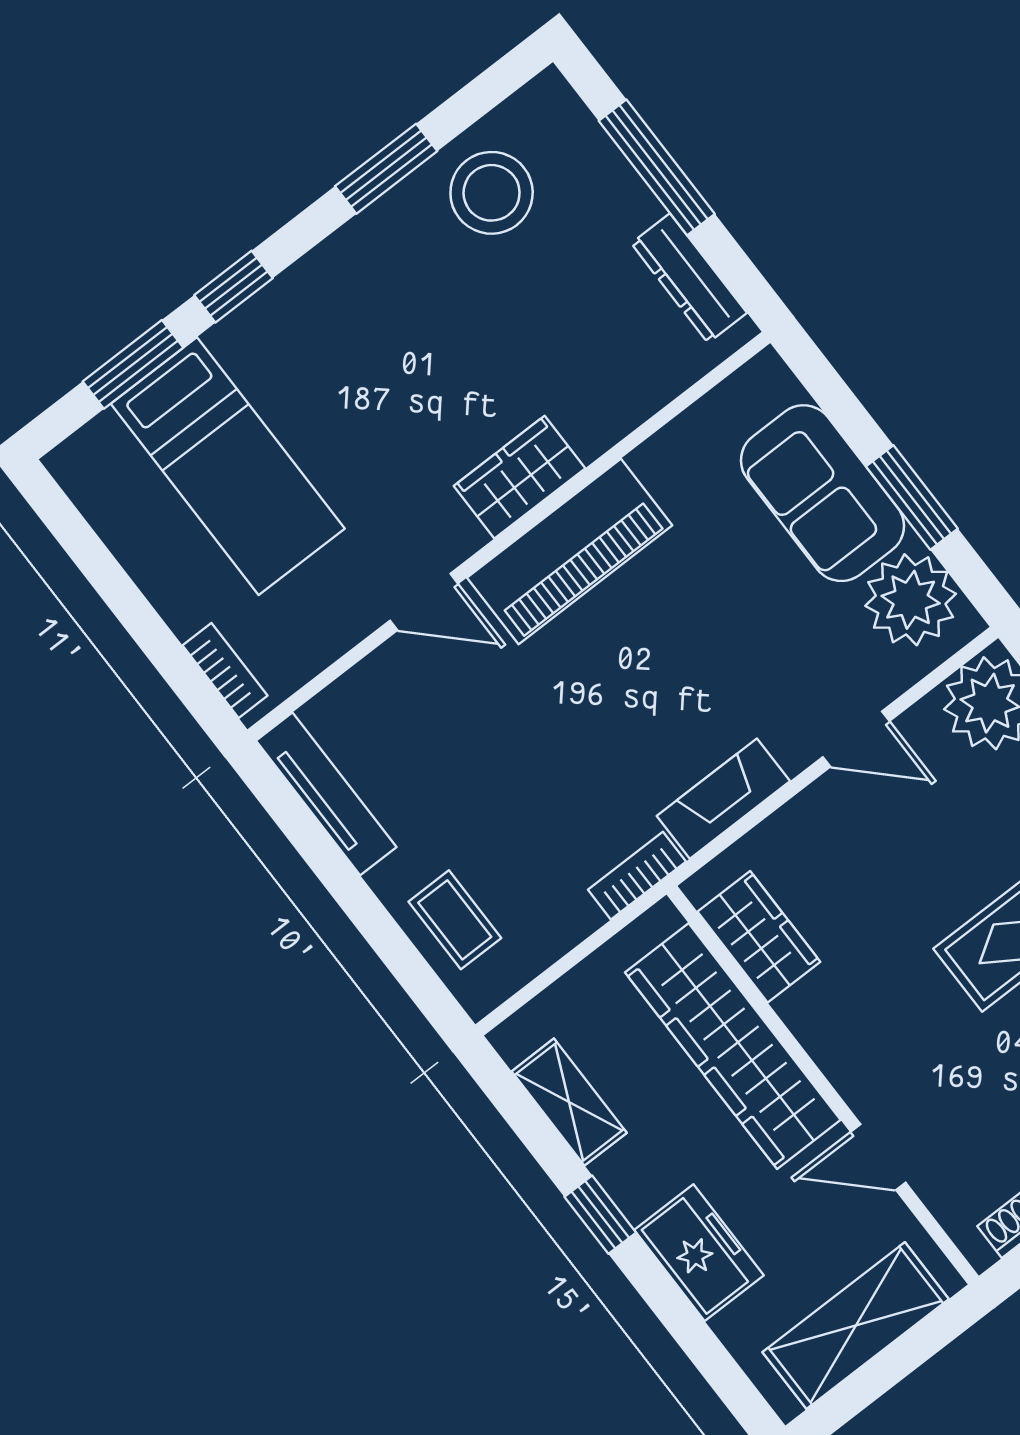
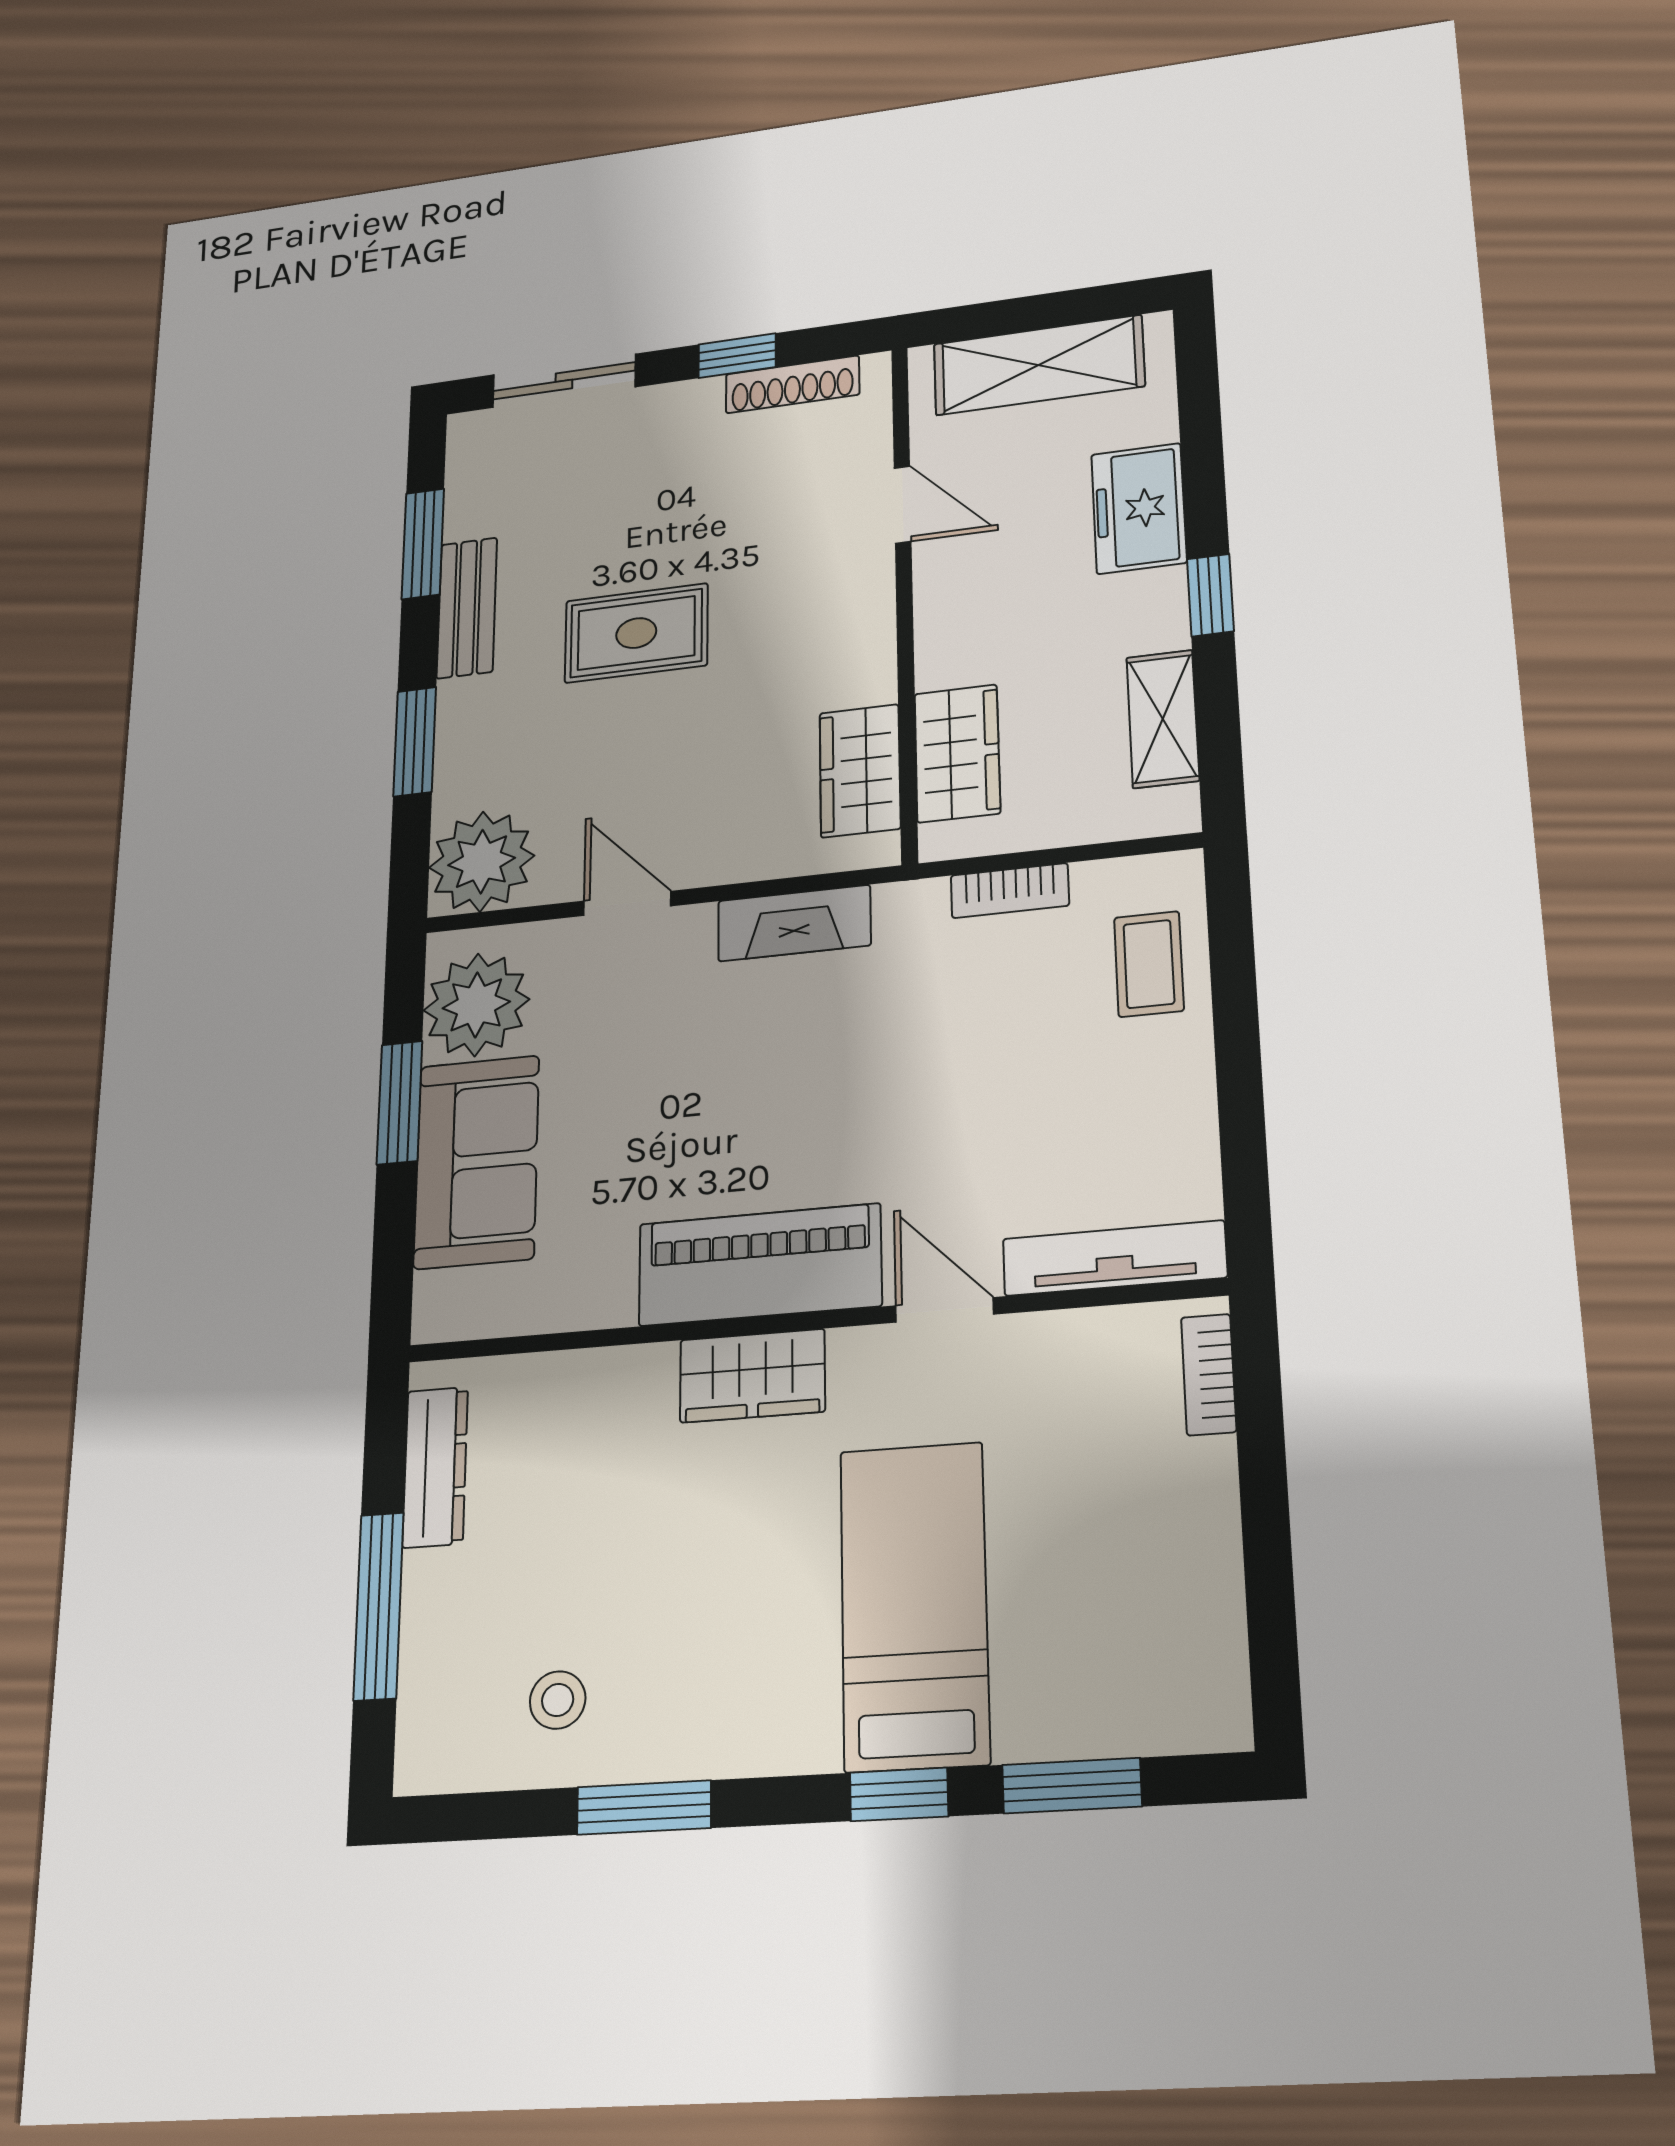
stool: (492, 193) -> (558, 1700), width x0.53, depth x0.53
bed: (228, 466) -> (914, 1605), moved
tv unit: (326, 794) -> (1114, 1258), moved, turned 90
bookcase: (637, 876) -> (1010, 891), moved
wardrobe: (733, 1046) -> (957, 753), width x0.48, depth x0.85

